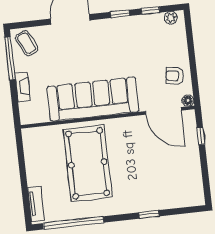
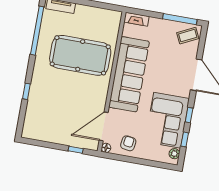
corner sofa: (134, 38) -> (167, 120), added
fireplace: (23, 87) -> (136, 19), moved

